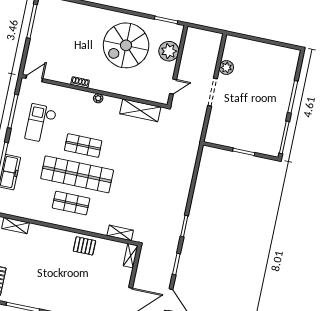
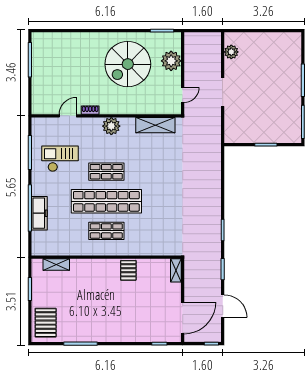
plant: (226, 68) -> (231, 52), moved
door: (34, 79) -> (68, 116), moved
plant: (98, 98) -> (111, 126), width x1.88, depth x1.88
checkout: (41, 123) -> (60, 159), turned 90
shelving: (120, 233) -> (161, 250), removed
pallet: (84, 246) -> (128, 270), turned 90

